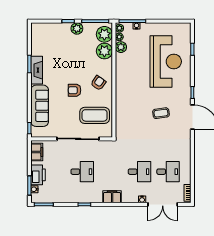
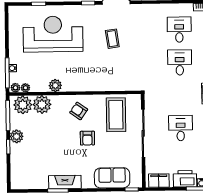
plant: (121, 47) -> (55, 85), moved
sofa: (40, 106) -> (112, 178), width x0.73

